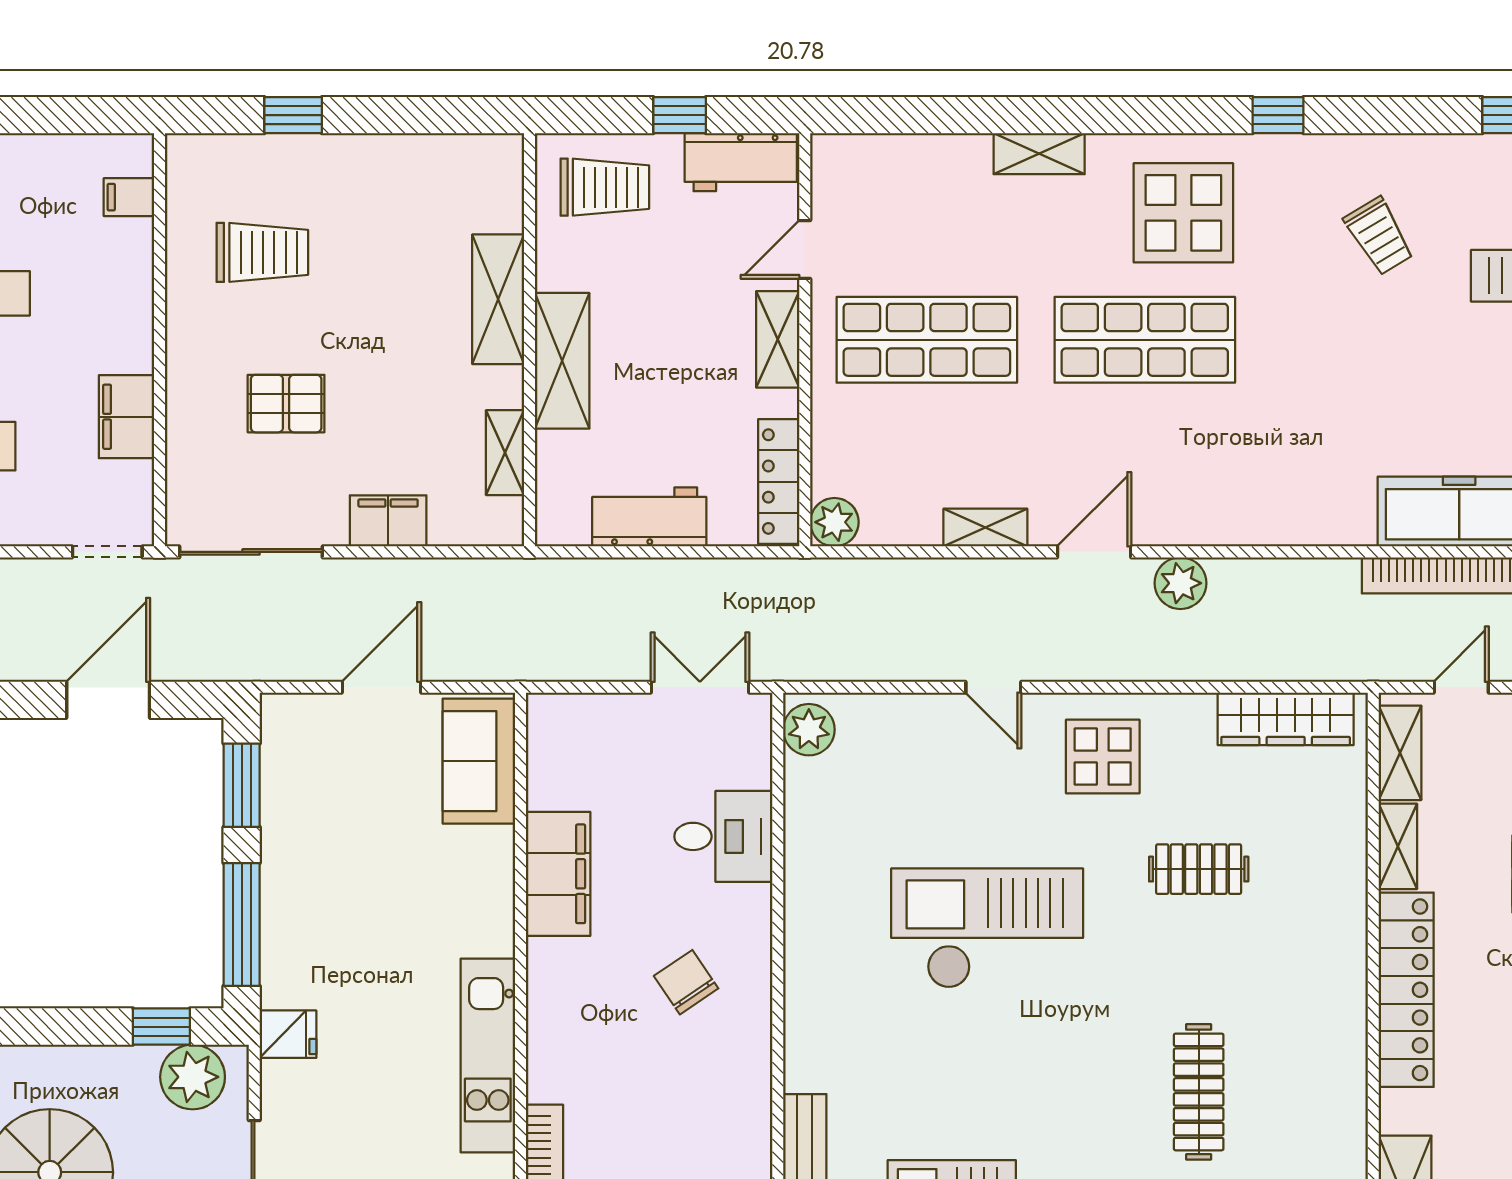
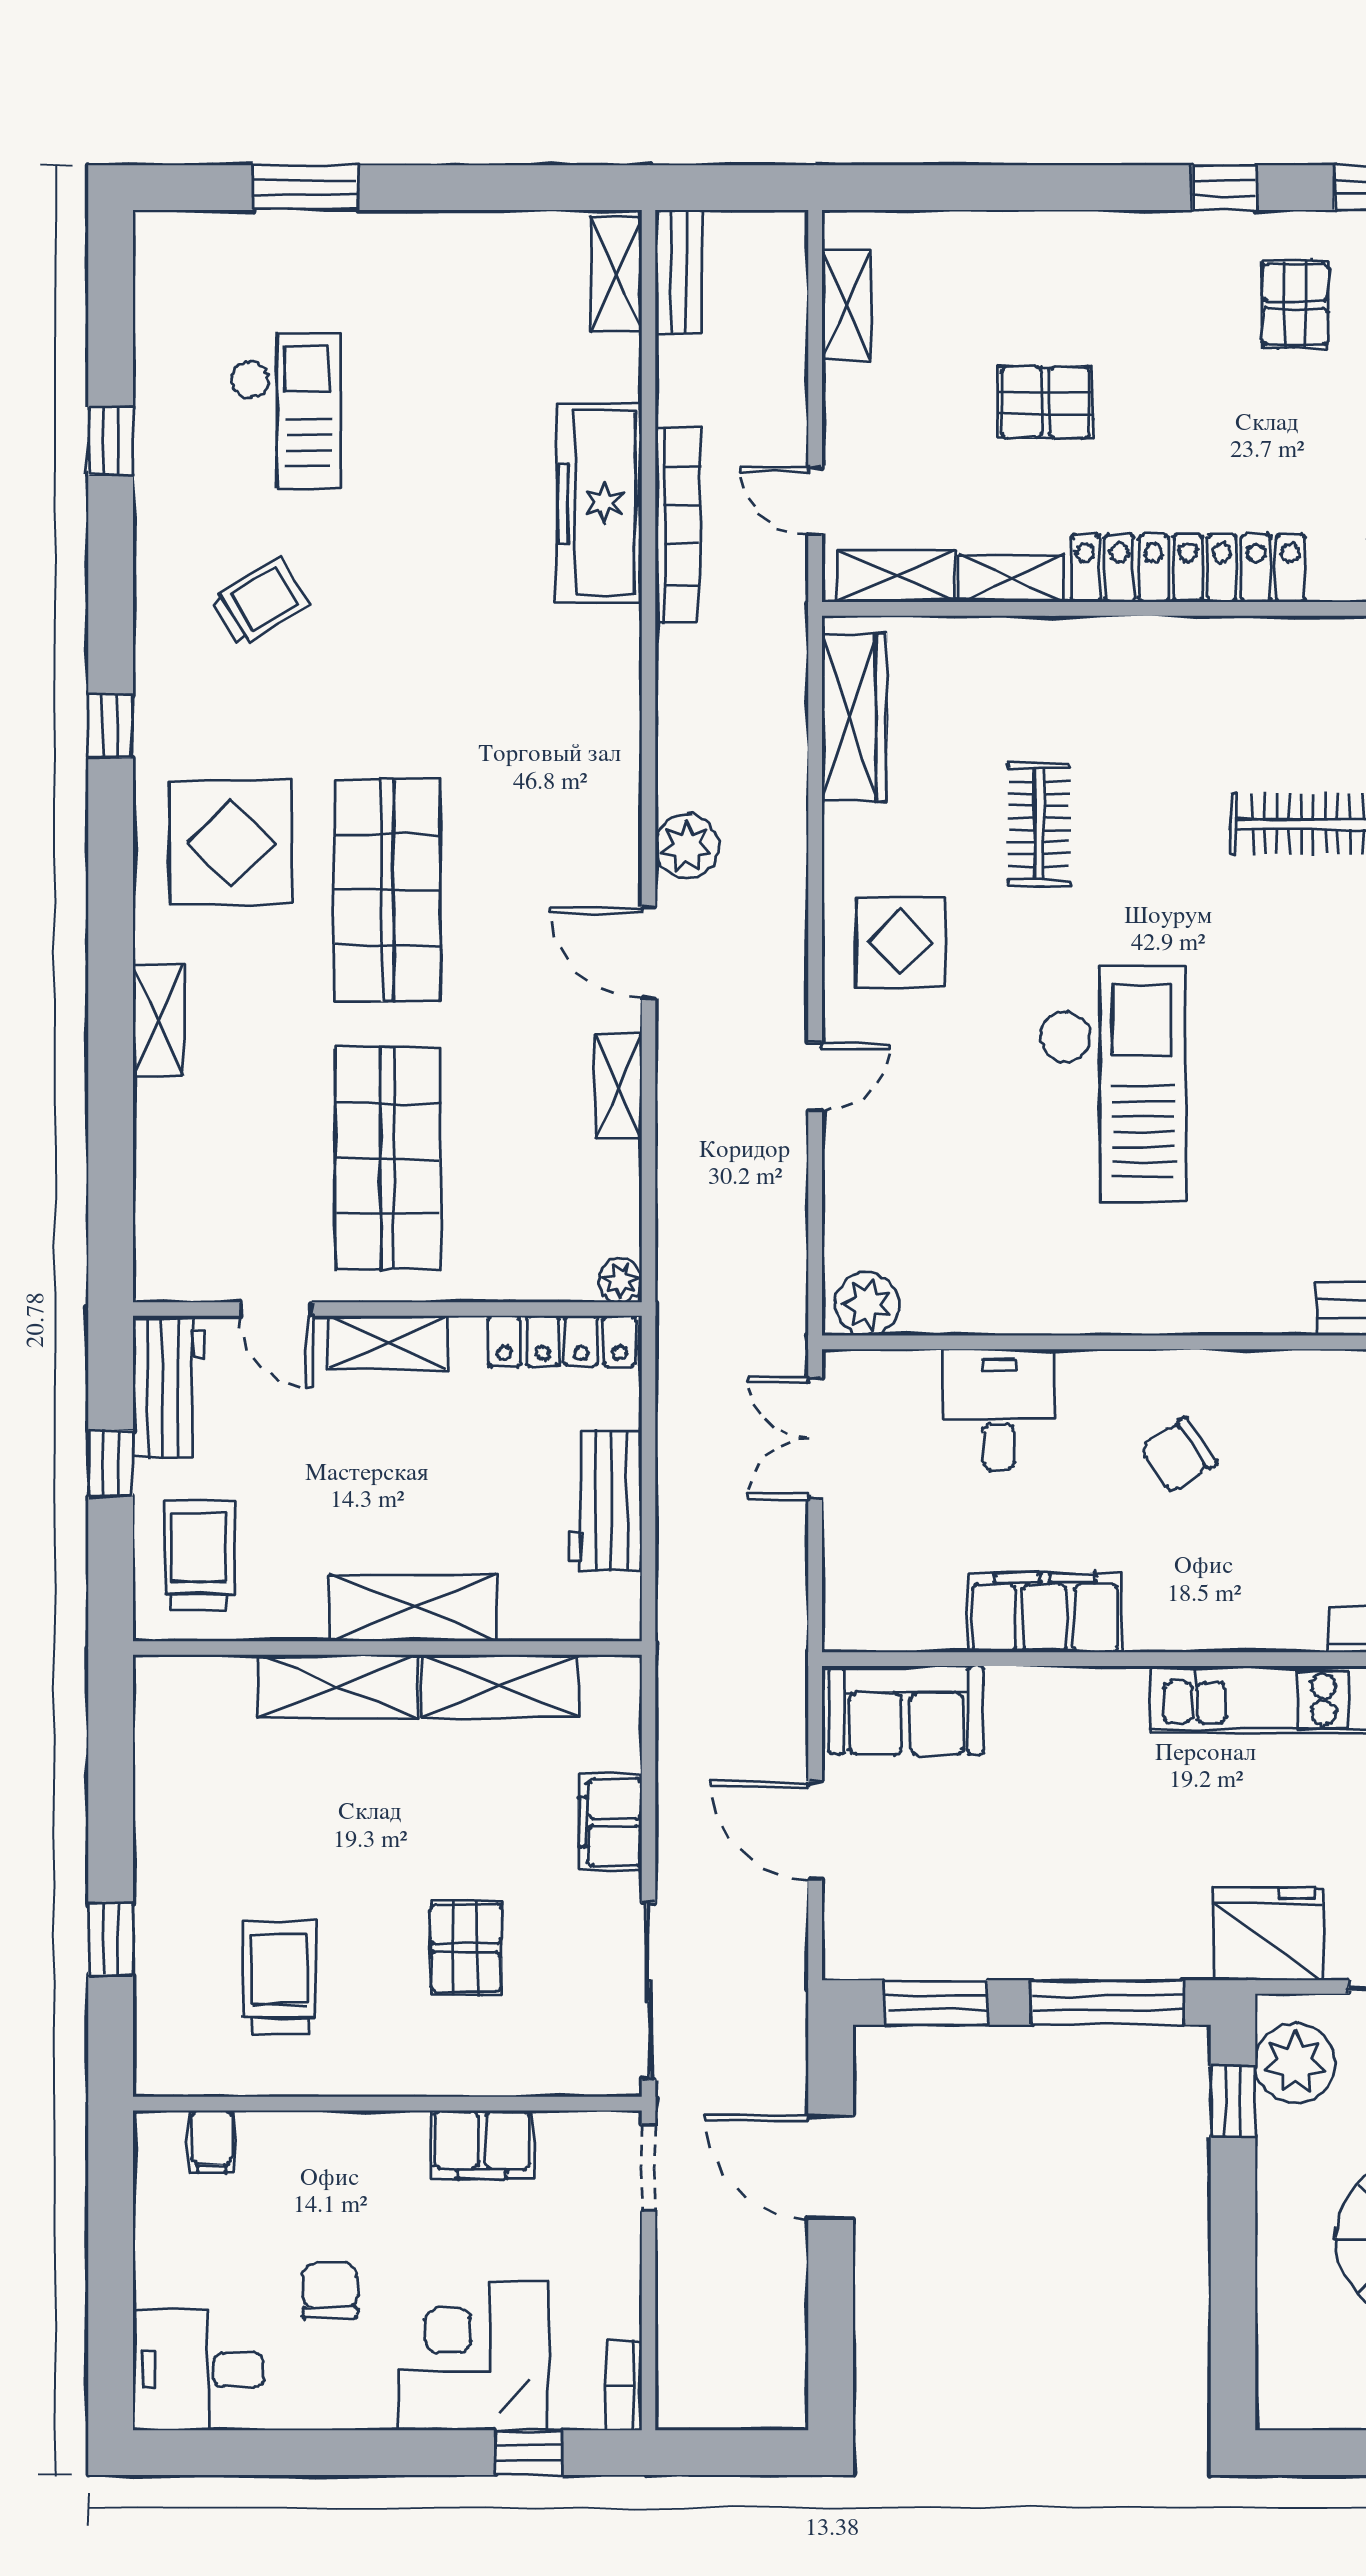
shelving: (505, 453) -> (500, 1686), width x1.50, depth x1.33
plant: (834, 522) -> (620, 1281), width x0.73, depth x0.73
checkout: (987, 928) -> (1112, 1084), turned 180
fridge: (288, 1034) -> (1268, 1934), width x1.88, depth x1.34

